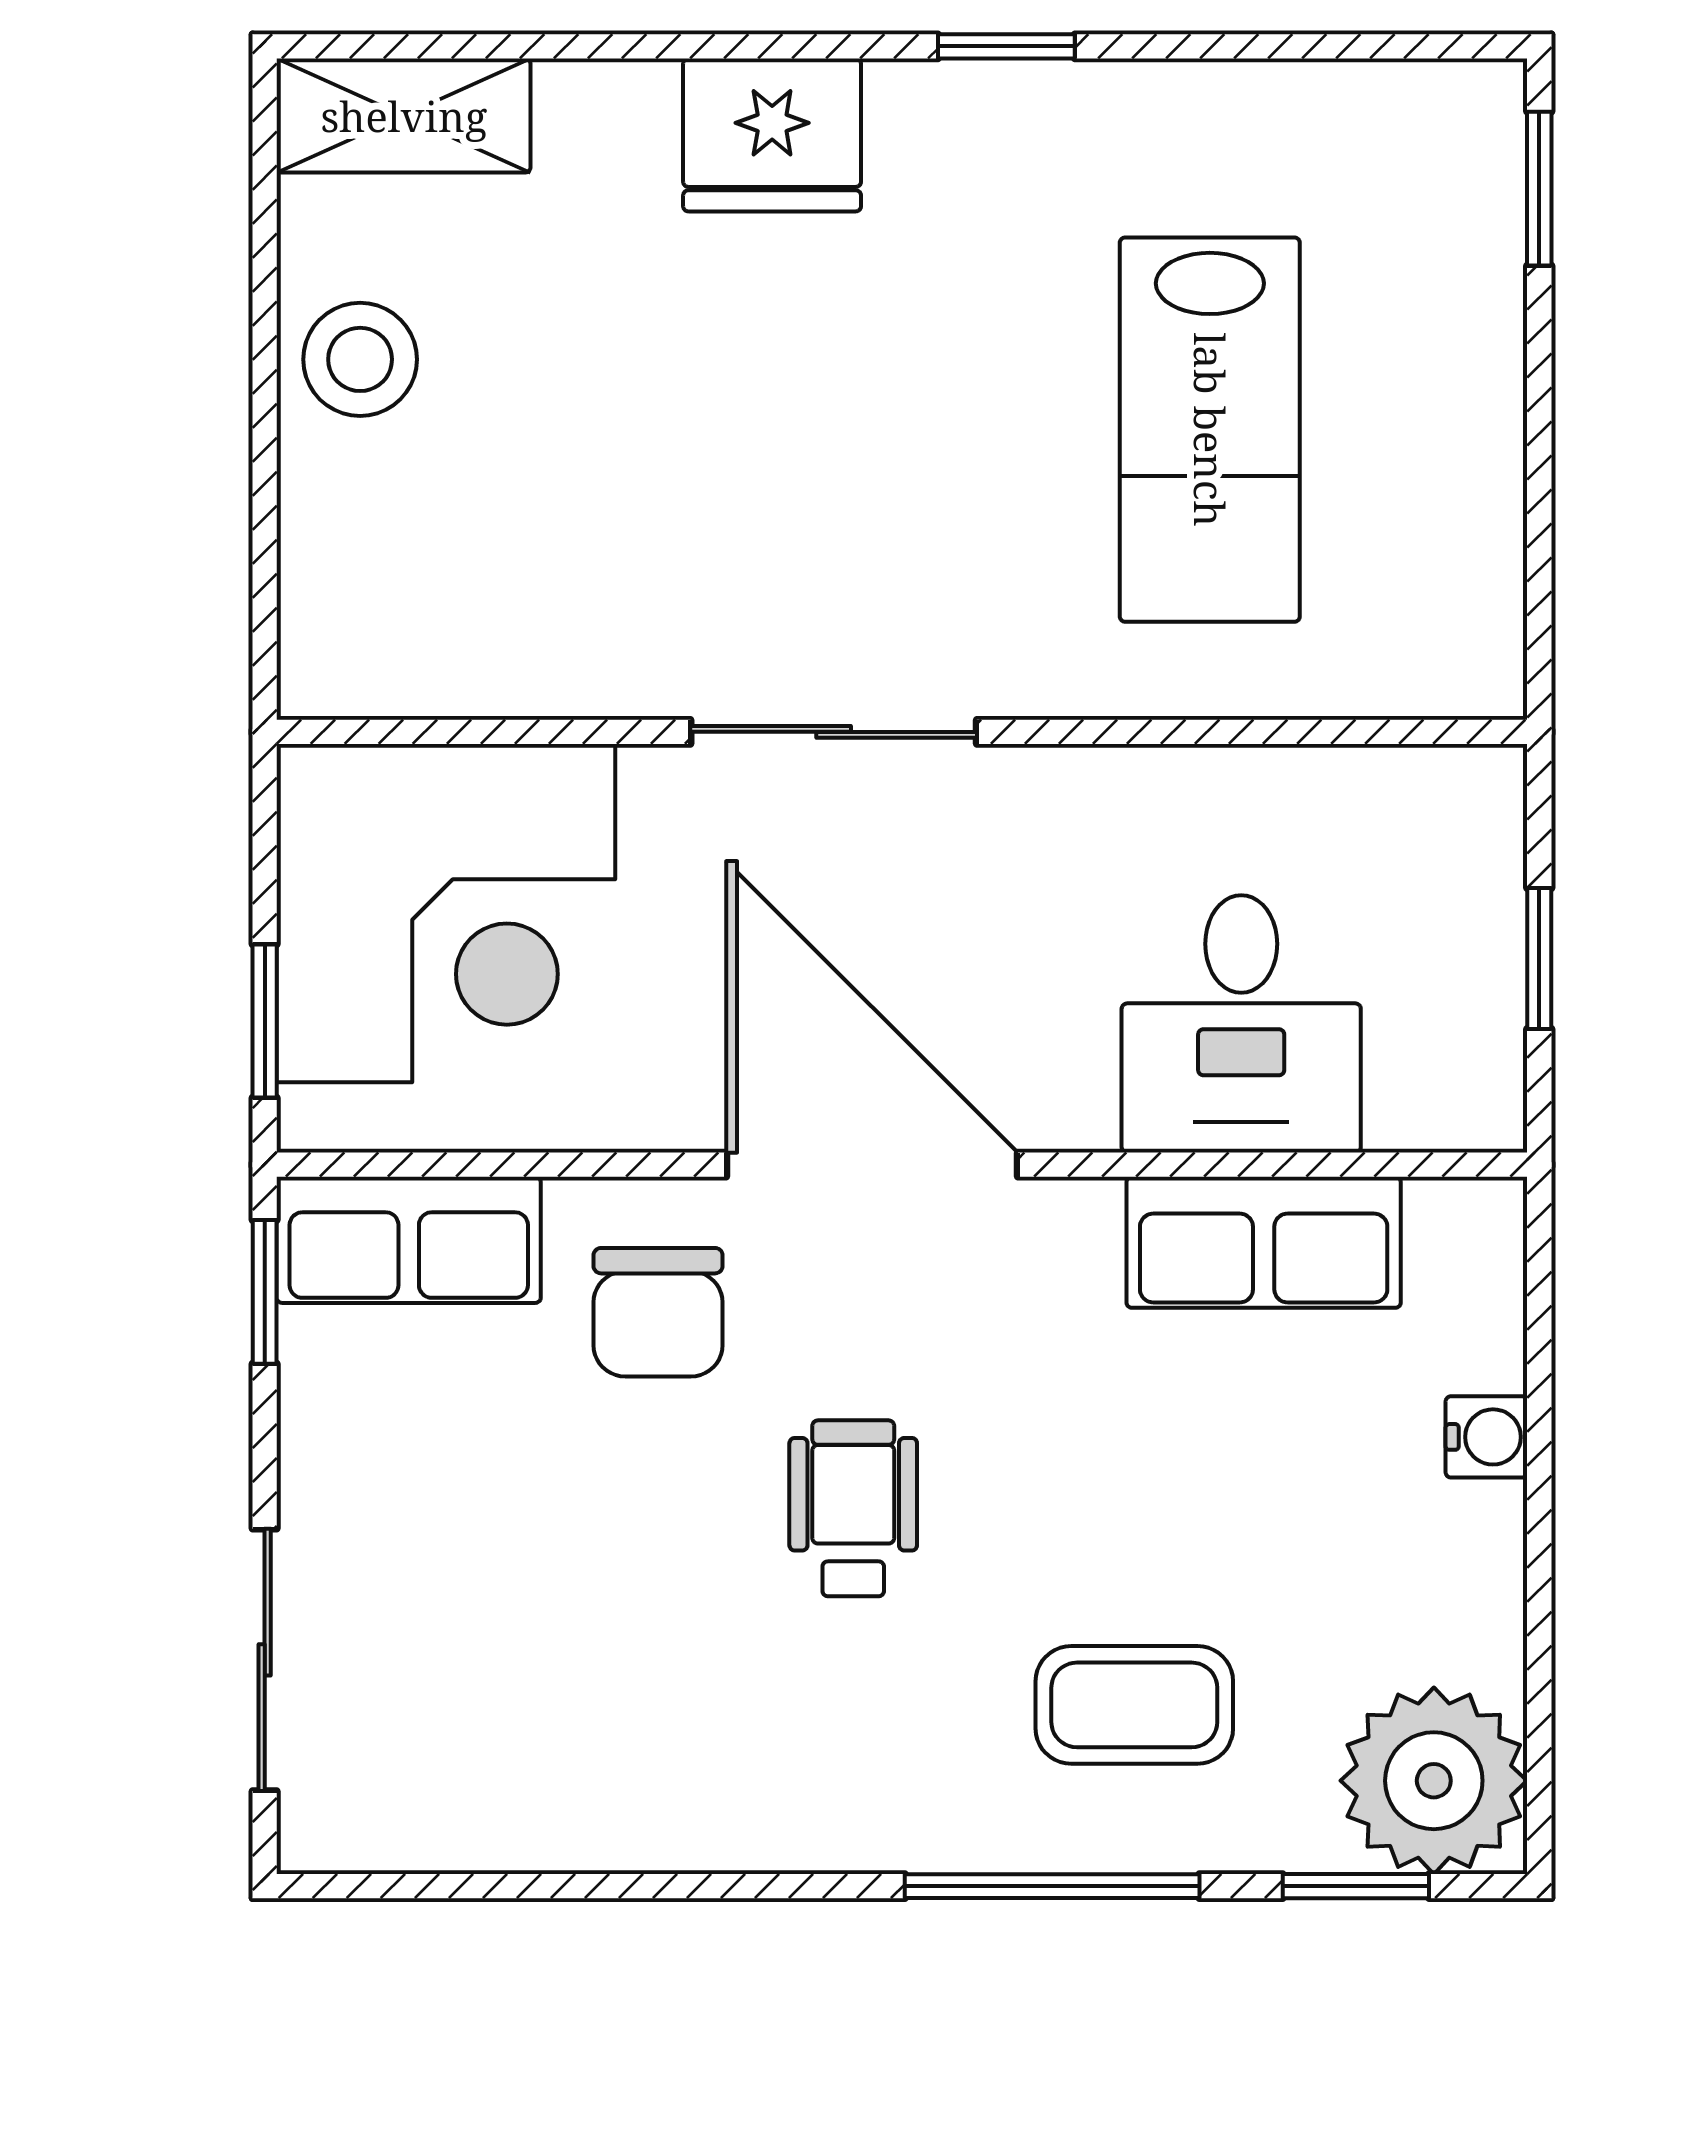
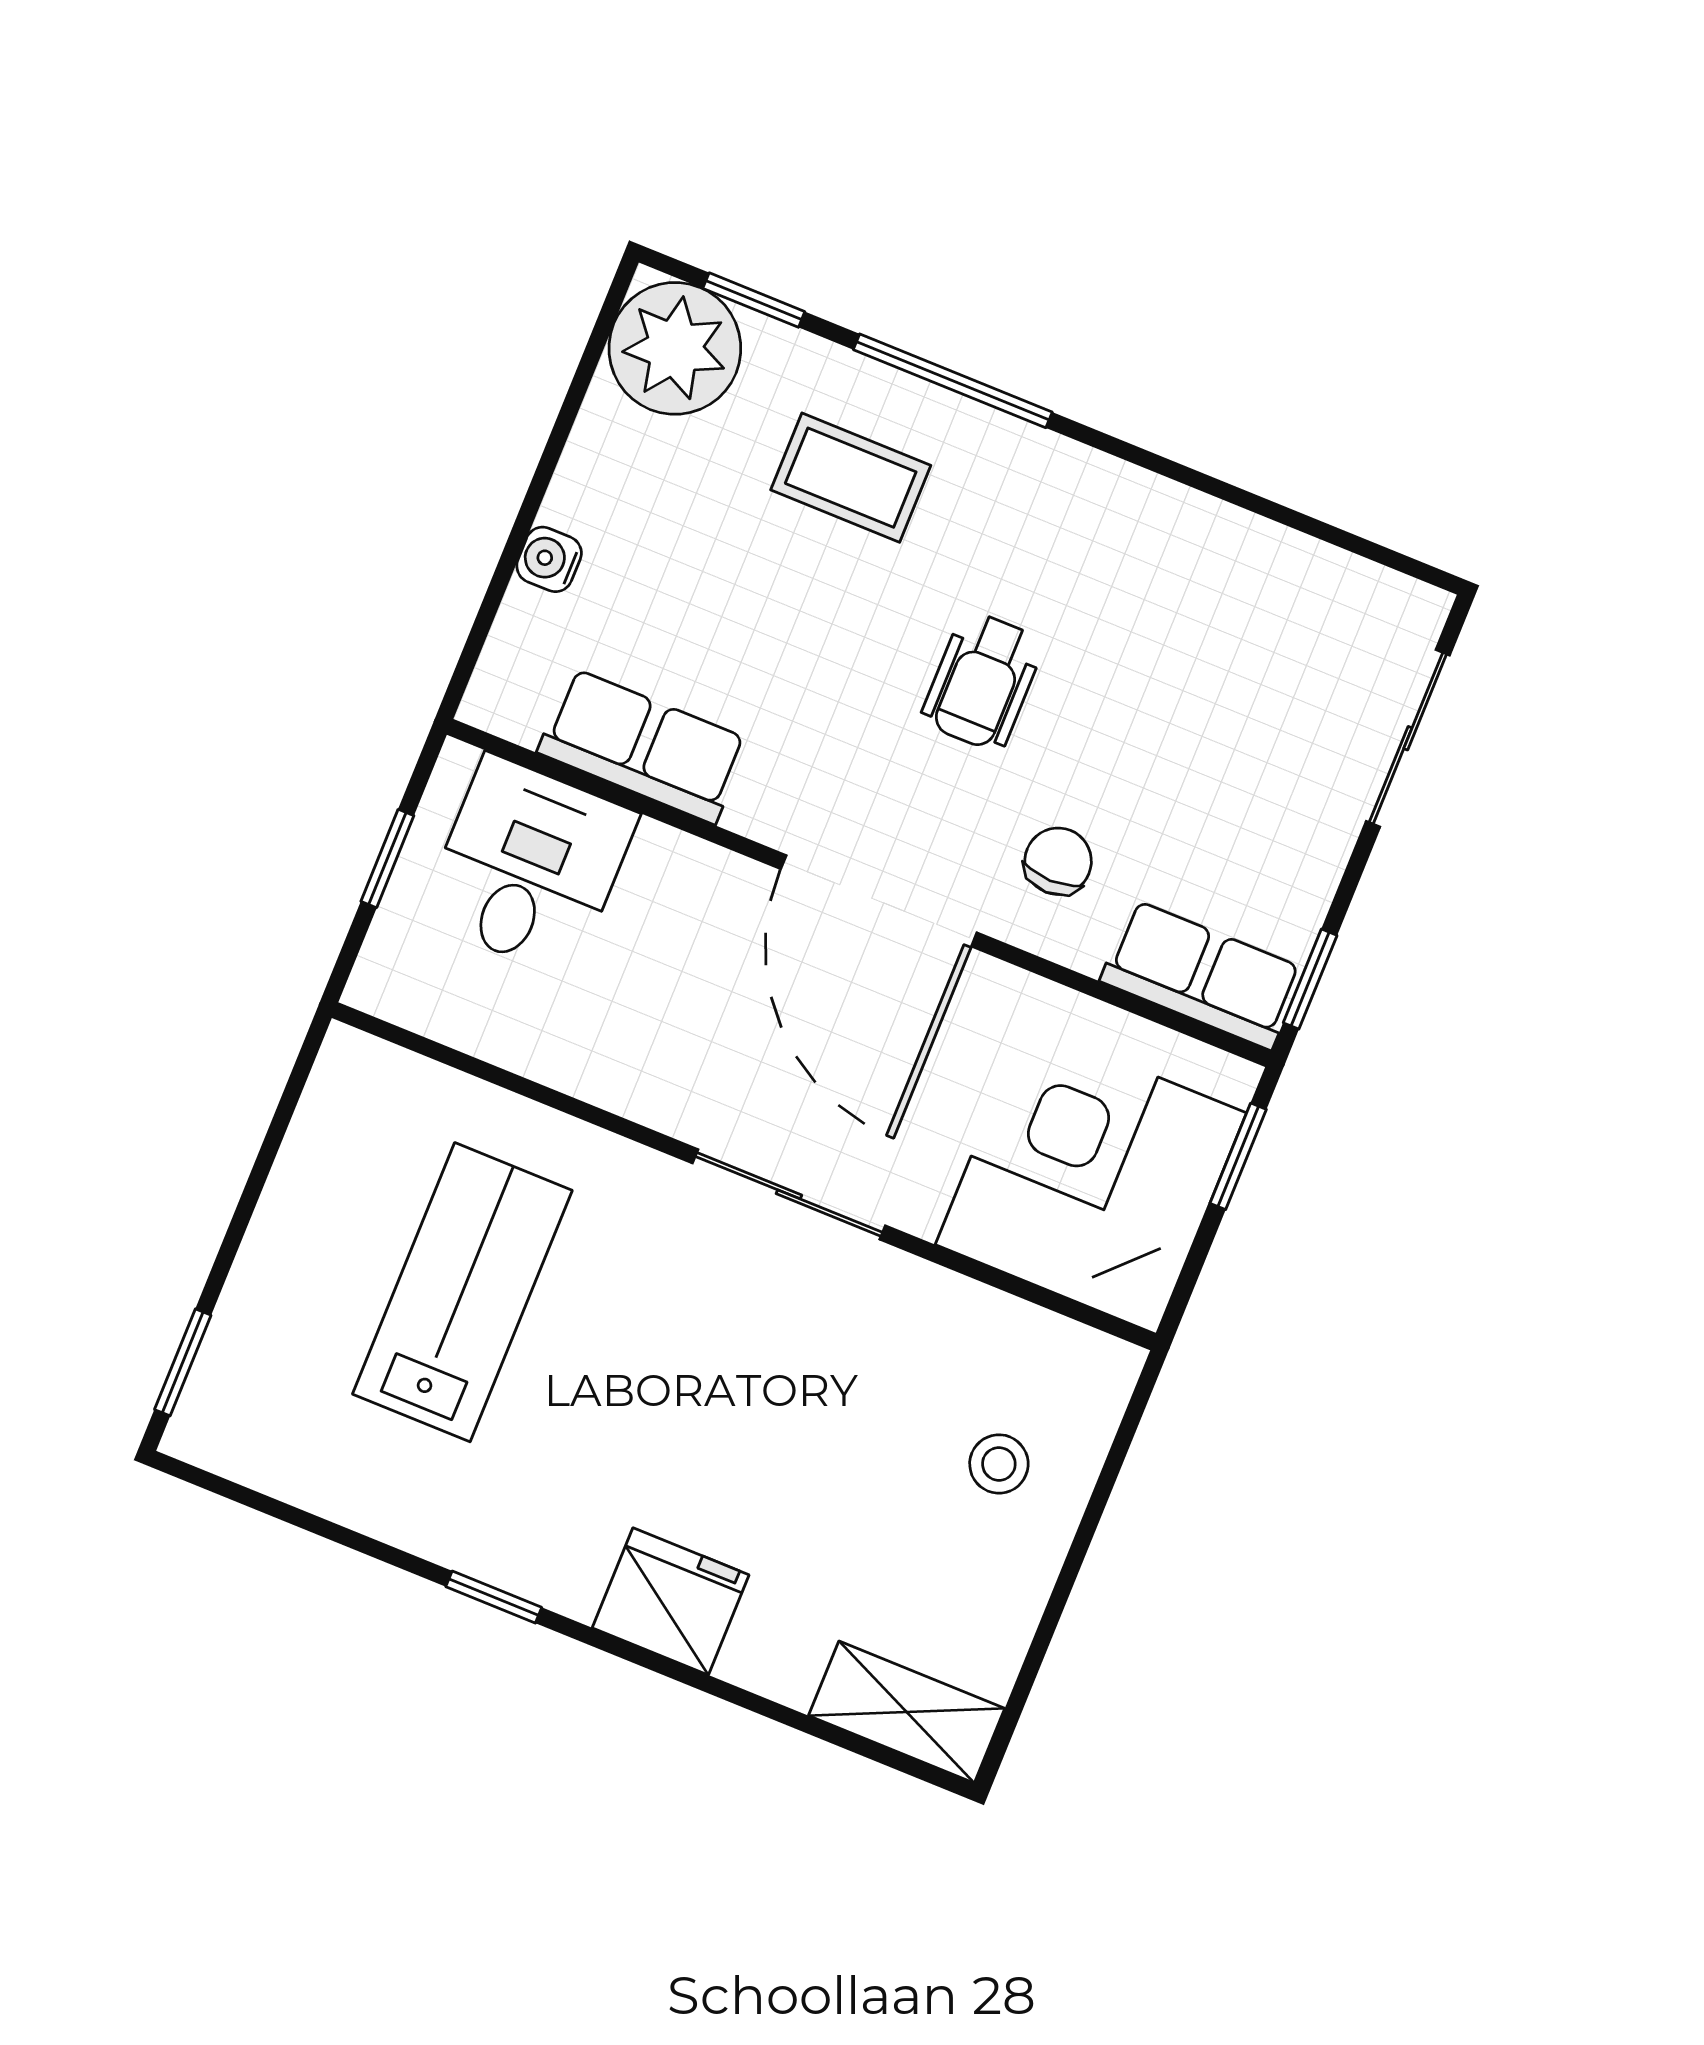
stool: (360, 359) -> (999, 1464), moved, width x0.73, depth x0.73
desk: (1241, 1024) -> (529, 866), moved
chair: (658, 1312) -> (1058, 861), width x0.73, depth x0.73

